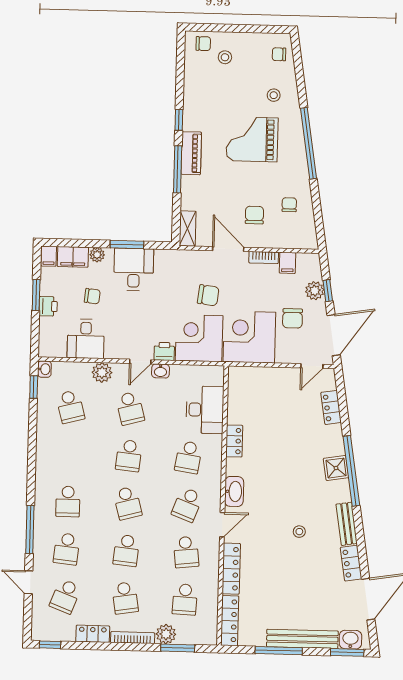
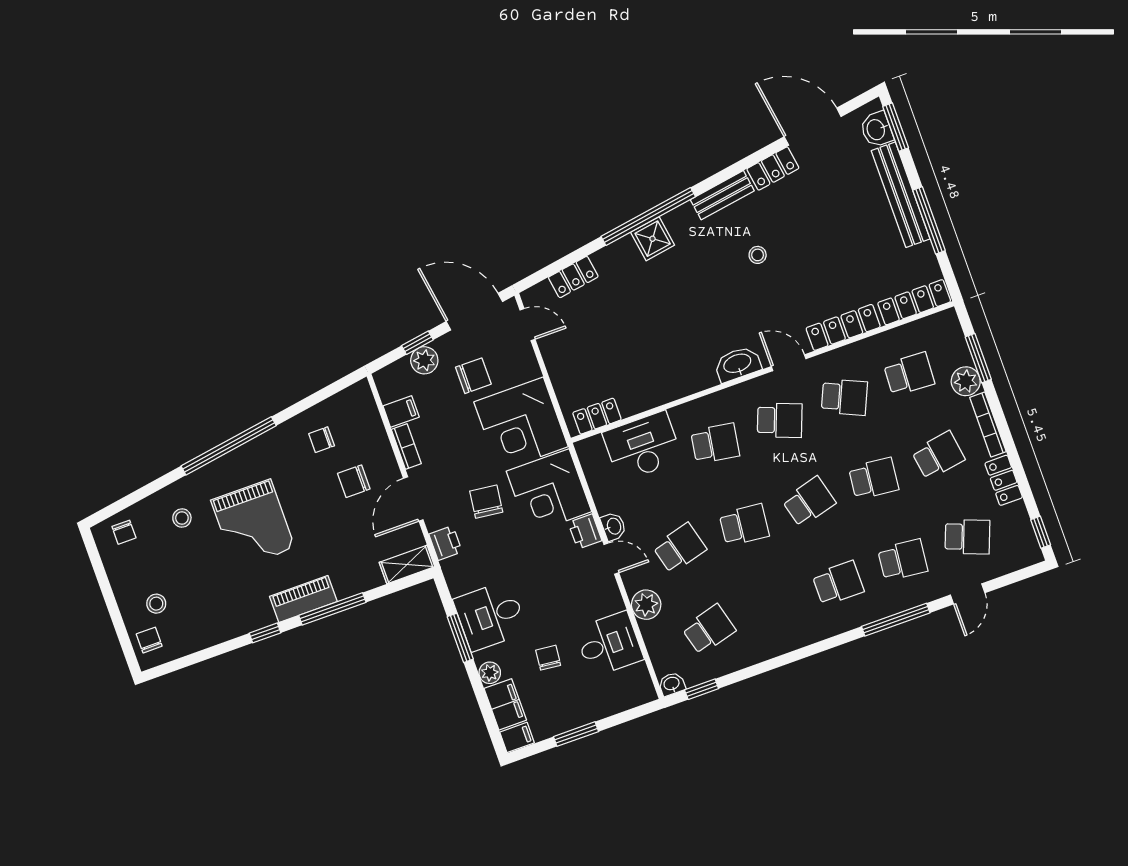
printer: (48, 306) -> (445, 543), moved, turned 90
locker: (234, 441) -> (597, 416), moved
school desk: (186, 552) -> (844, 397), turned 30

